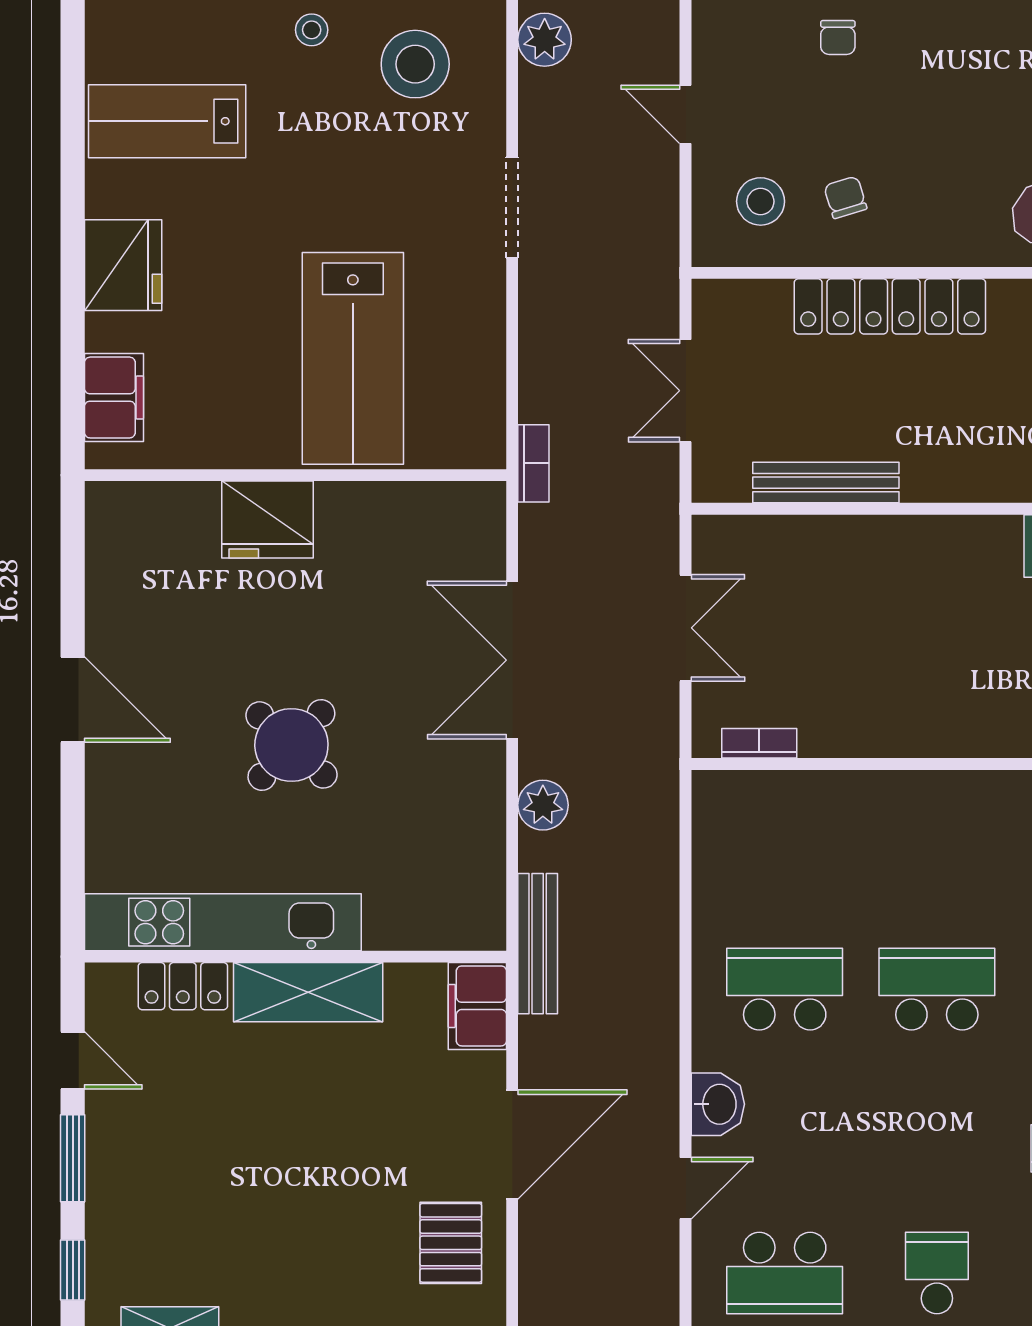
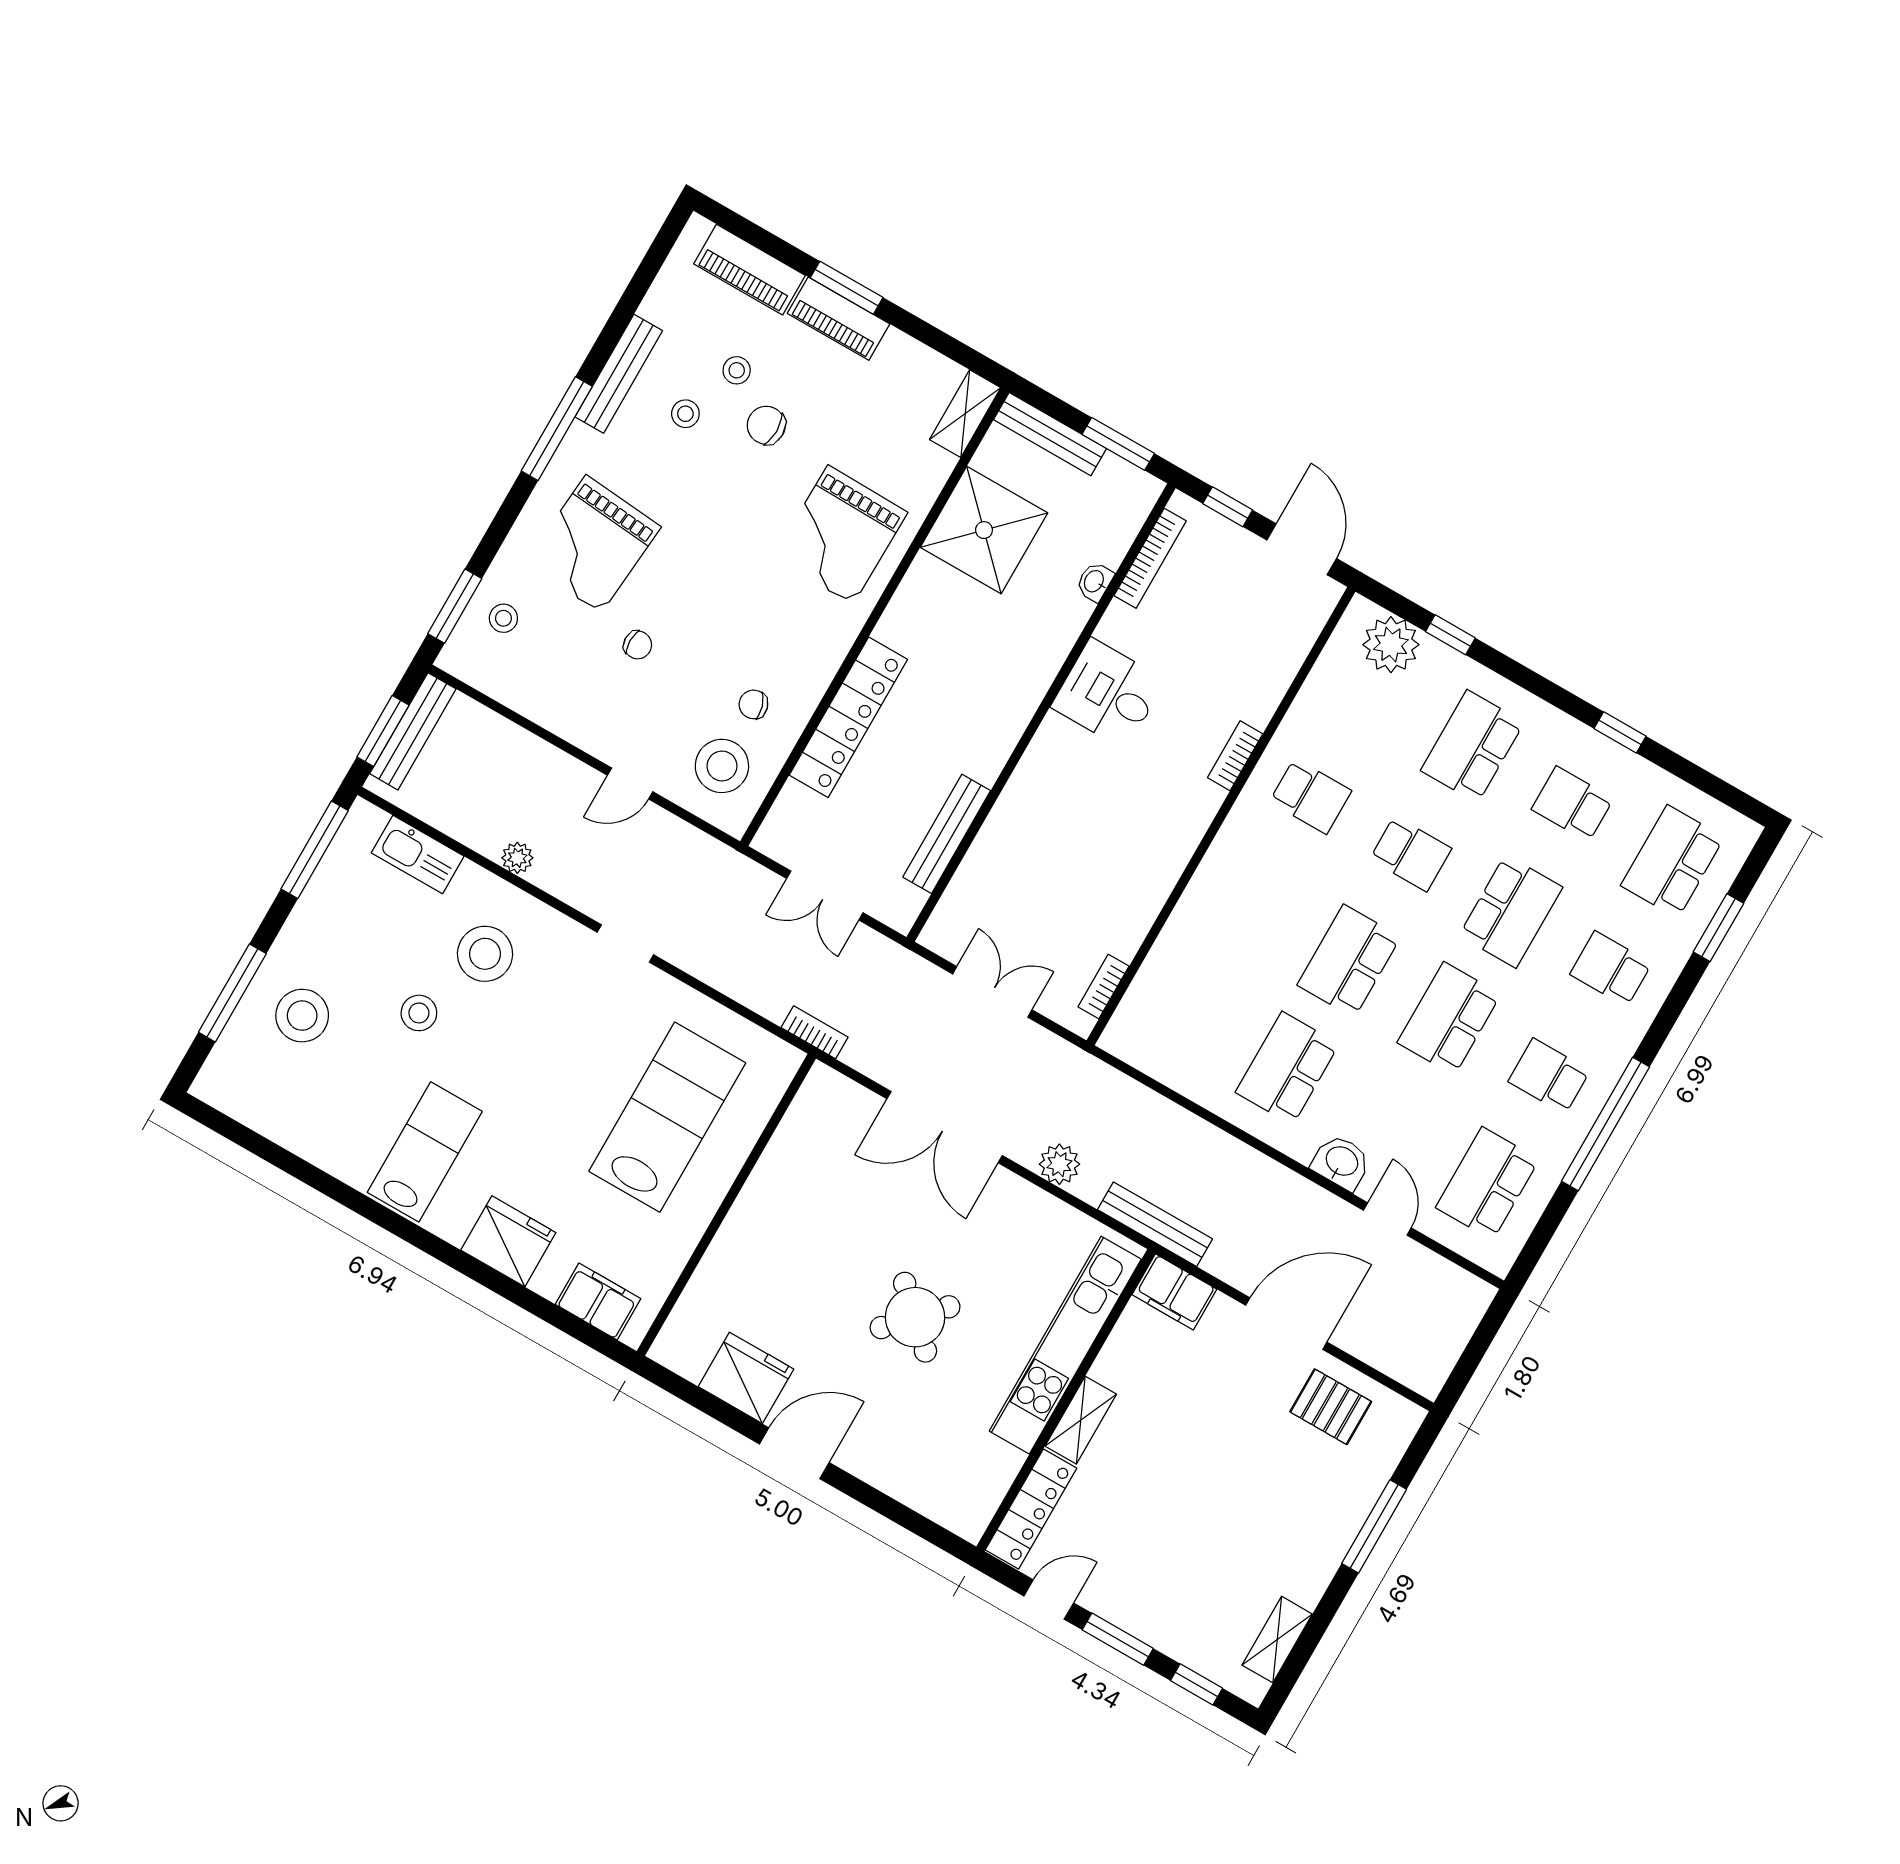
stool: (312, 30) -> (419, 1013), width x1.37, depth x1.37
plant: (545, 40) -> (517, 858), width x0.73, depth x0.73
lab bench: (167, 121) -> (425, 1152), turned 180
stool: (761, 201) -> (722, 766), width x1.38, depth x1.38
doorway: (512, 207) -> (625, 944), width x0.73
lab bench: (353, 358) -> (667, 1117), turned -90
fridge: (268, 520) -> (746, 1378), moved, turned -90
kitchen unit: (223, 922) -> (1065, 1345), moved
locker: (183, 986) -> (1031, 1509), width x1.53
shelving: (308, 992) -> (1081, 1420), width x0.67, depth x0.75
school desk: (937, 1131) -> (1449, 1019), added
door: (512, 1145) -> (1286, 1324), hinge flipped
school desk: (785, 1273) -> (1487, 1183), turned 180

